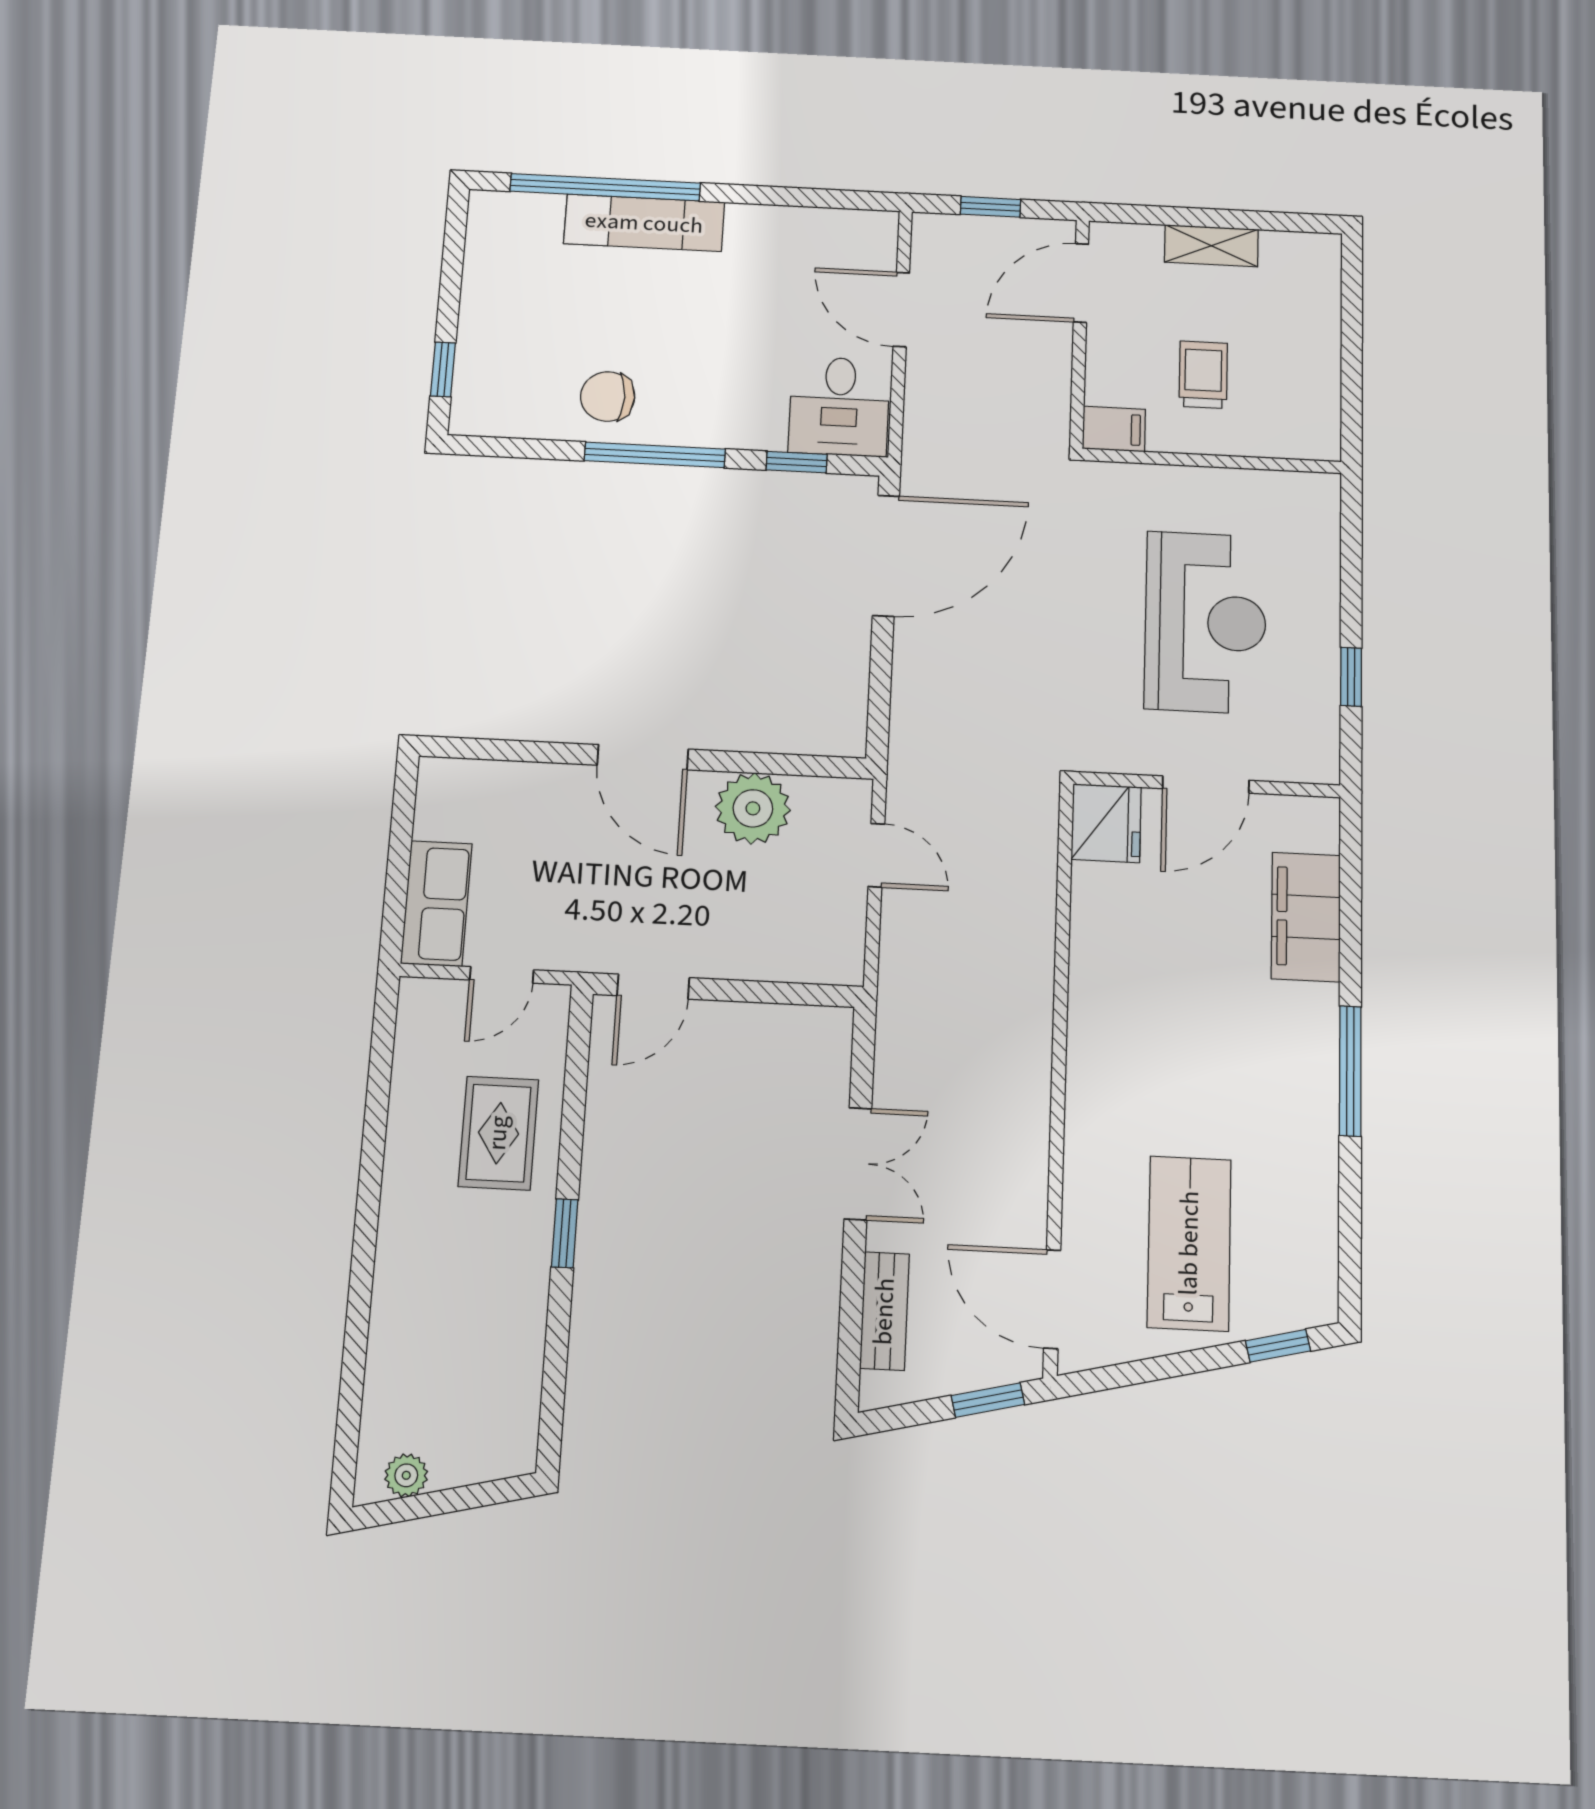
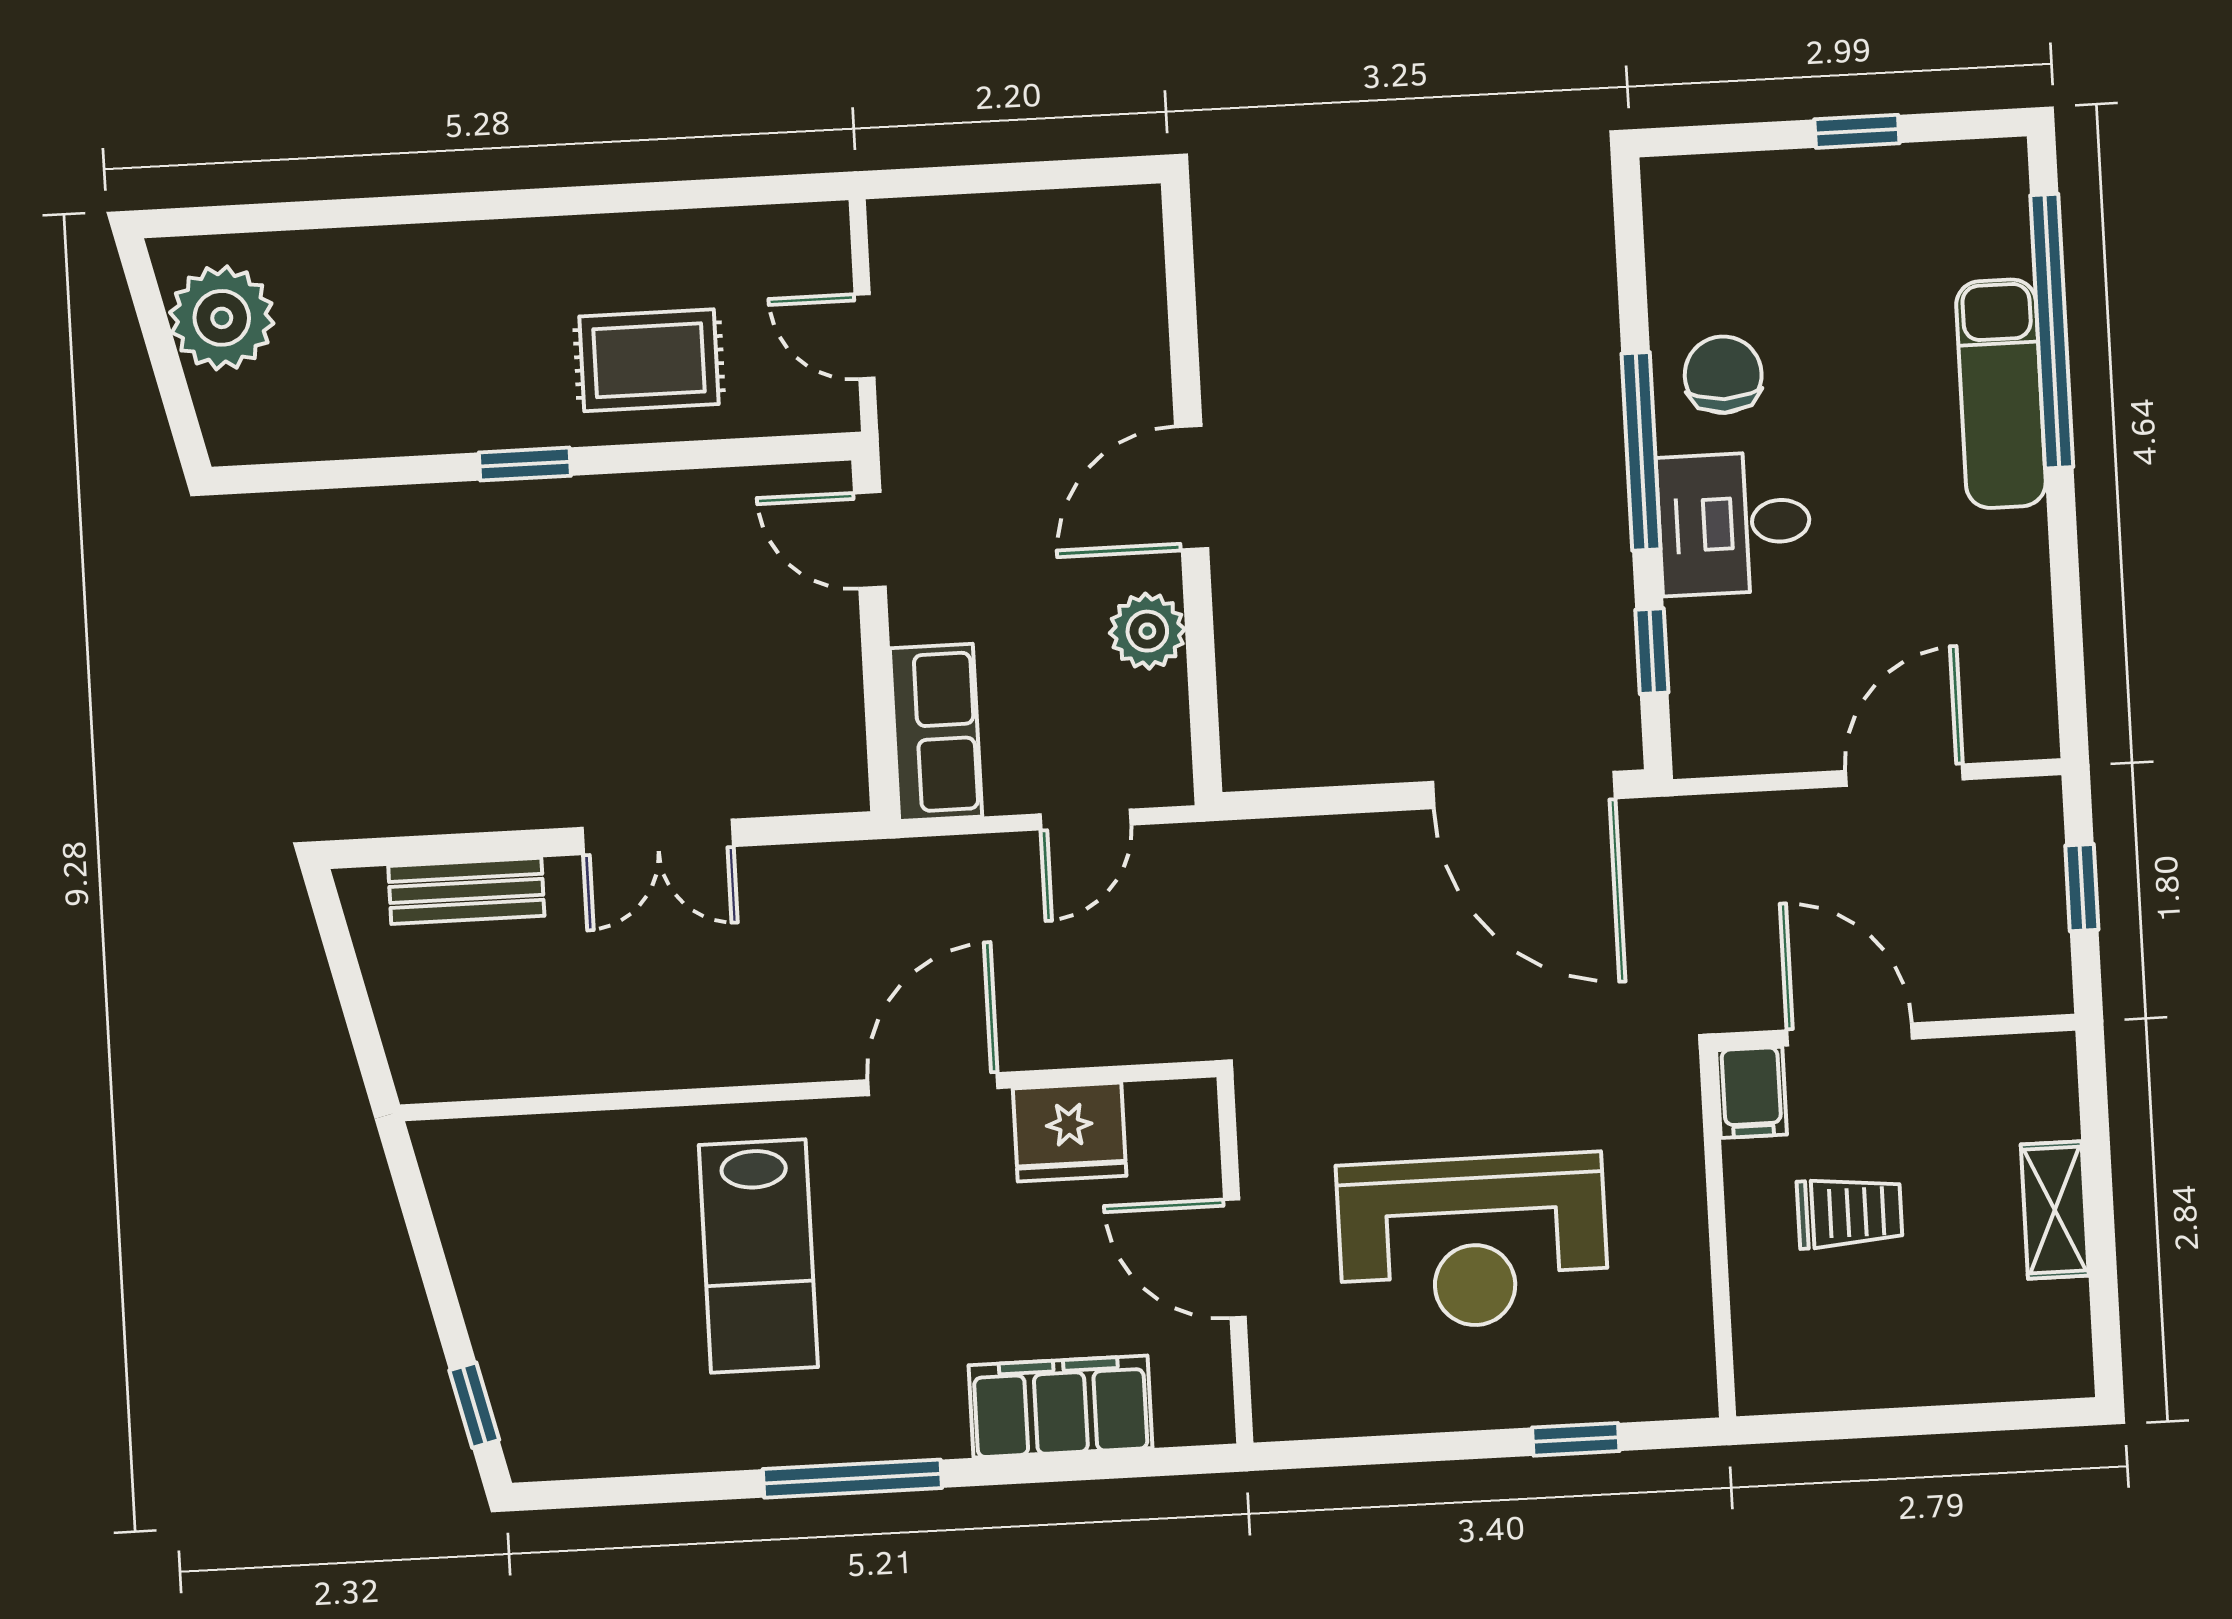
door: (1081, 283) -> (1850, 1034), moved
window: (443, 369) -> (1857, 131), moved
desk: (839, 406) -> (1734, 523), moved
window: (1351, 677) -> (1576, 1439), moved
plant: (753, 808) -> (1147, 631), width x0.73, depth x0.73
fridge: (1106, 823) -> (1070, 1132), moved
row of seats: (436, 904) -> (936, 732), moved, turned -90
lab bench: (1189, 1243) -> (758, 1256), moved, turned 90
door: (1052, 1299) -> (933, 1084), moved
window: (988, 1400) -> (365, 1035), removed
plant: (406, 1475) -> (222, 318), width x1.88, depth x1.88

